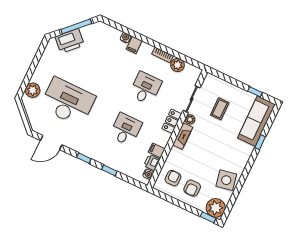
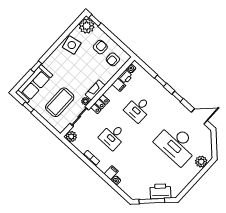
plant: (178, 65) -> (71, 137), moved
coffee table: (220, 109) -> (60, 102), width x1.86, depth x1.72

